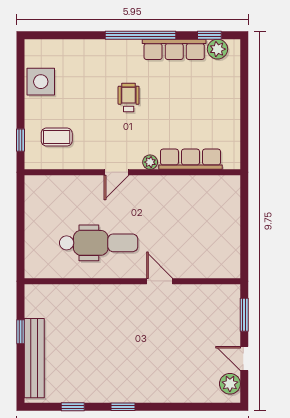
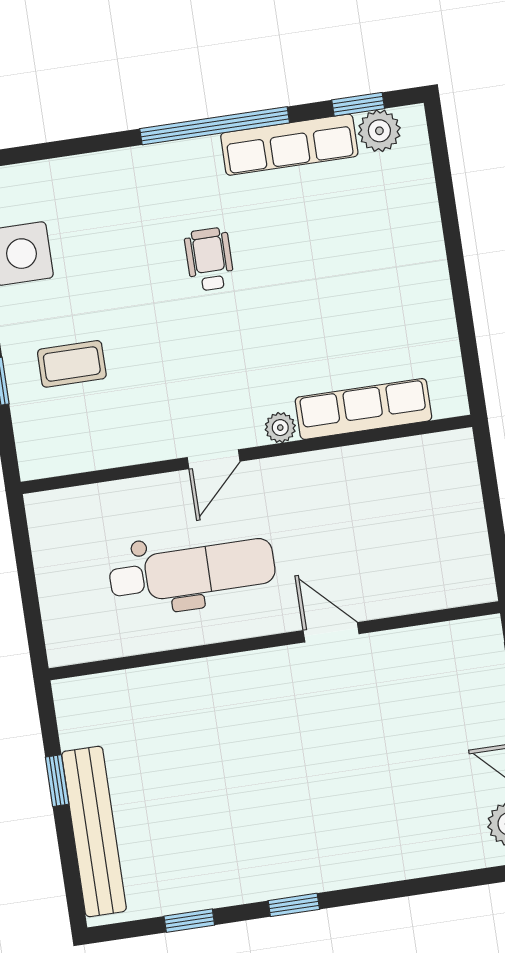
row of seats: (190, 159) -> (363, 409), moved
plant: (150, 162) -> (280, 428), moved
door: (117, 172) -> (214, 459), moved
wall: (132, 172) -> (246, 454), moved

